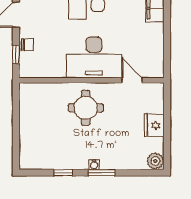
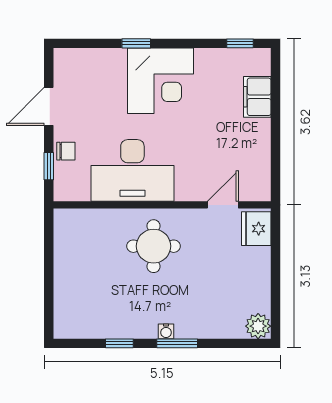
desk: (94, 57) -> (132, 170), moved
door: (132, 80) -> (223, 205), hinge flipped
fridge: (154, 125) -> (256, 229), moved

